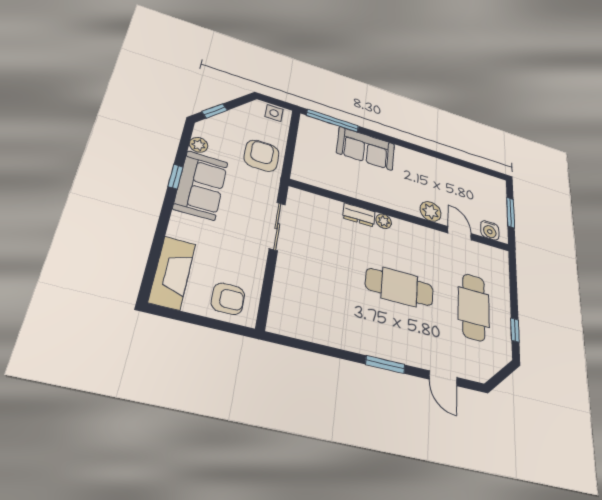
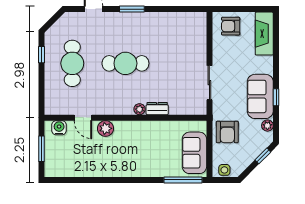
sofa: (366, 148) -> (194, 153), moved, turned -90

